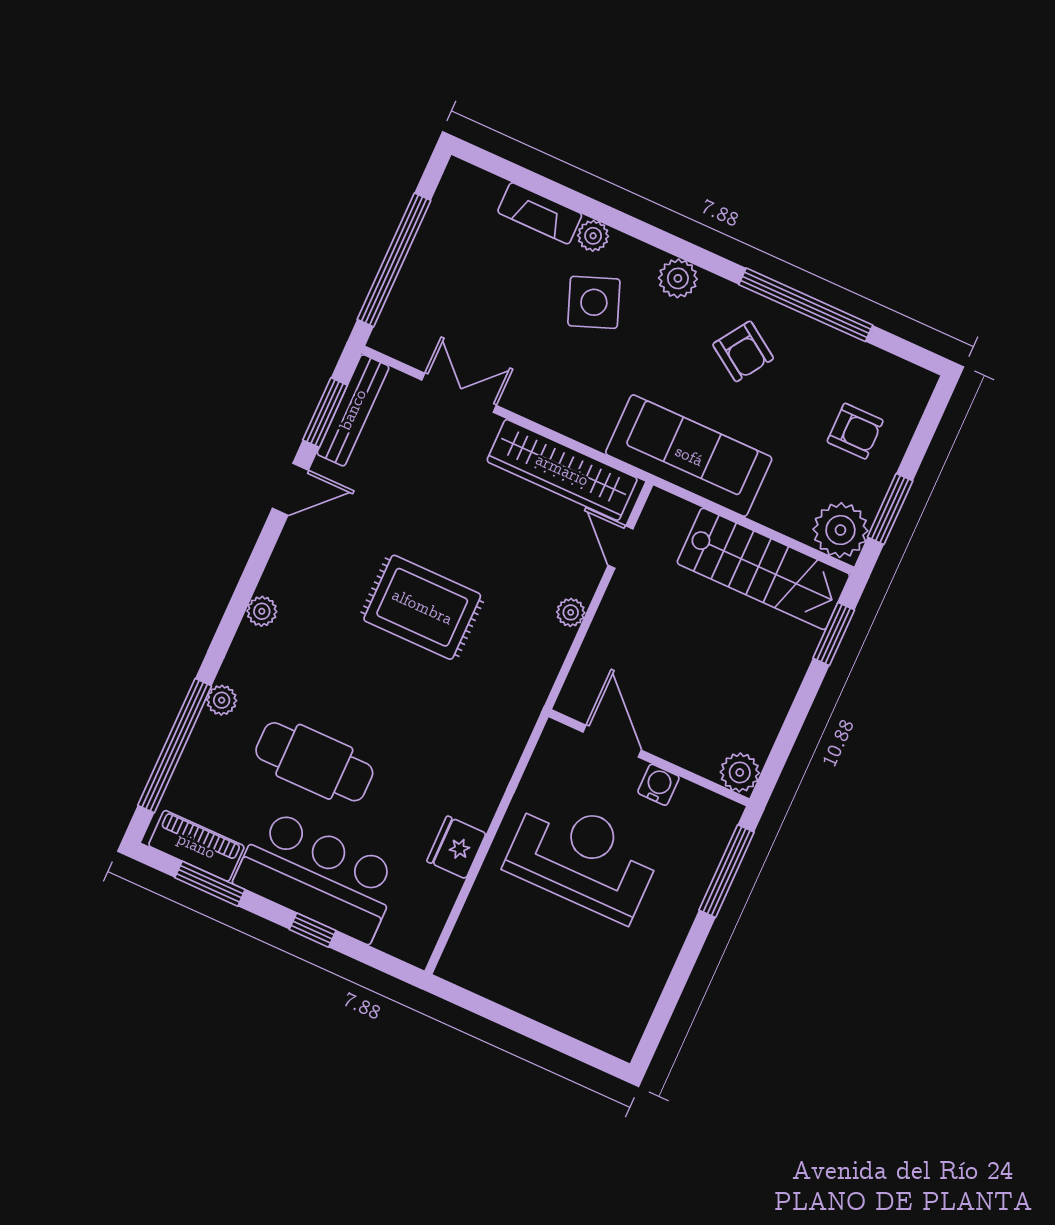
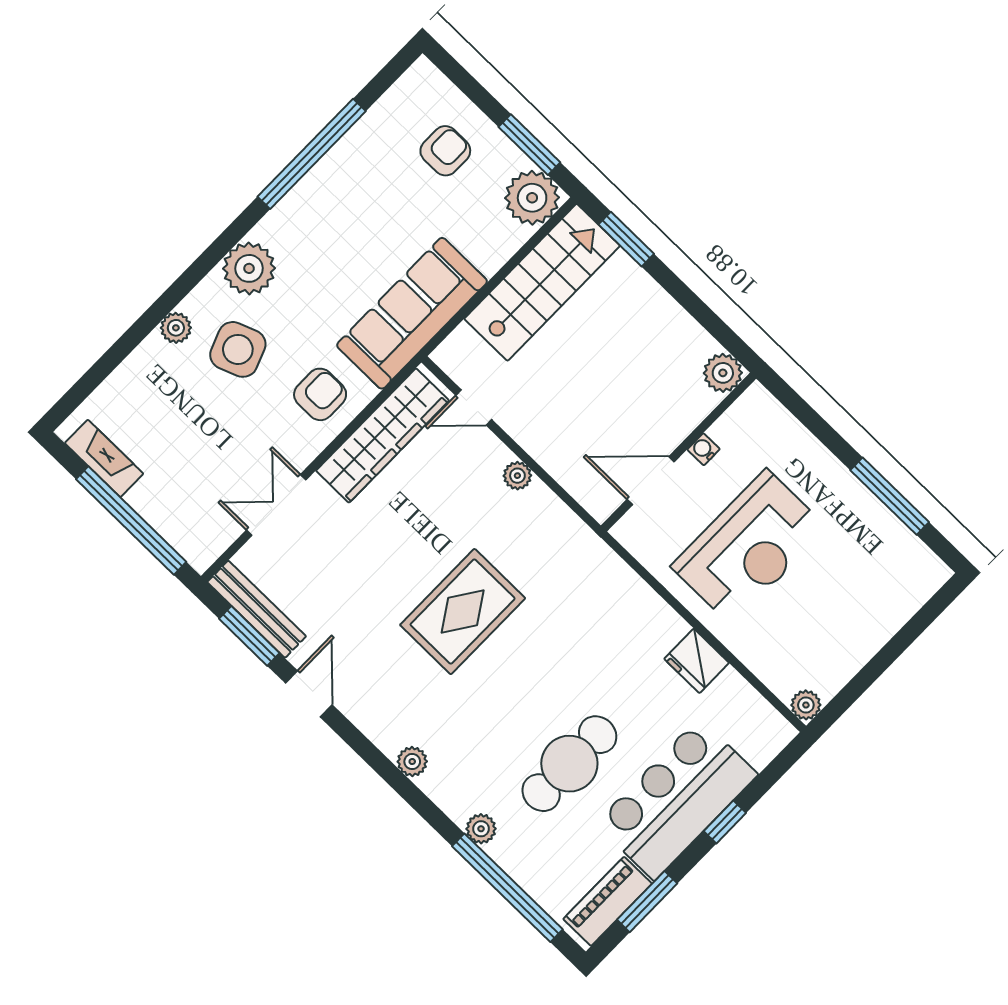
fireplace: (540, 213) -> (104, 458), moved, turned -90
plant: (678, 278) -> (249, 268), width x1.36, depth x1.36
armchair: (743, 351) -> (320, 394), moved, turned -34
water cooler: (658, 785) -> (704, 449), width x0.72, depth x0.72
reception desk: (583, 858) -> (749, 547), turned 180
window: (727, 871) -> (890, 496), moved
plant: (452, 967) -> (806, 705), added

